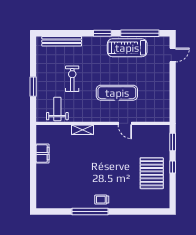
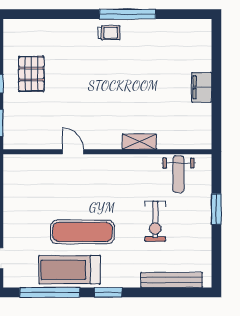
treadmill: (127, 48) -> (70, 270), turned 180
exercise mat: (117, 93) -> (82, 232), moved
filing cabinet: (43, 154) -> (202, 87), moved
pallet: (152, 173) -> (31, 74), width x0.73, depth x0.71

